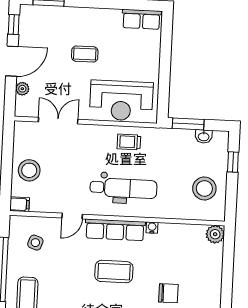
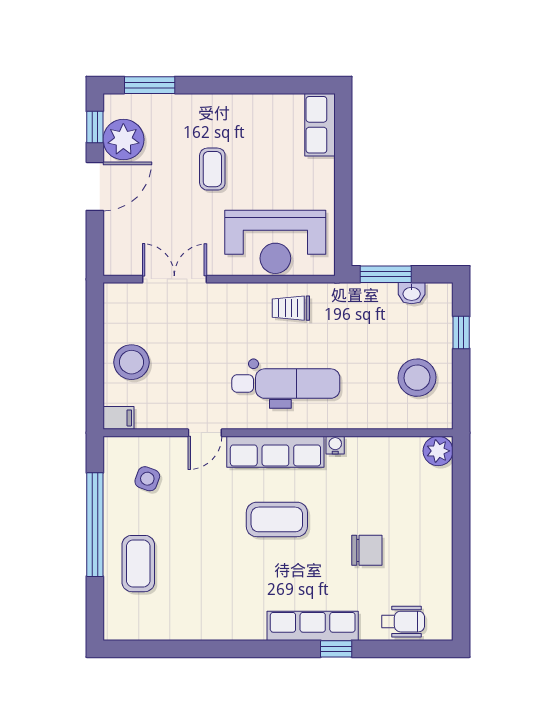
row of seats: (141, 19) -> (320, 125), moved, turned 90
coffee table: (85, 54) -> (212, 169), turned 90
plant: (22, 89) -> (123, 140), moved, width x1.88, depth x1.88

